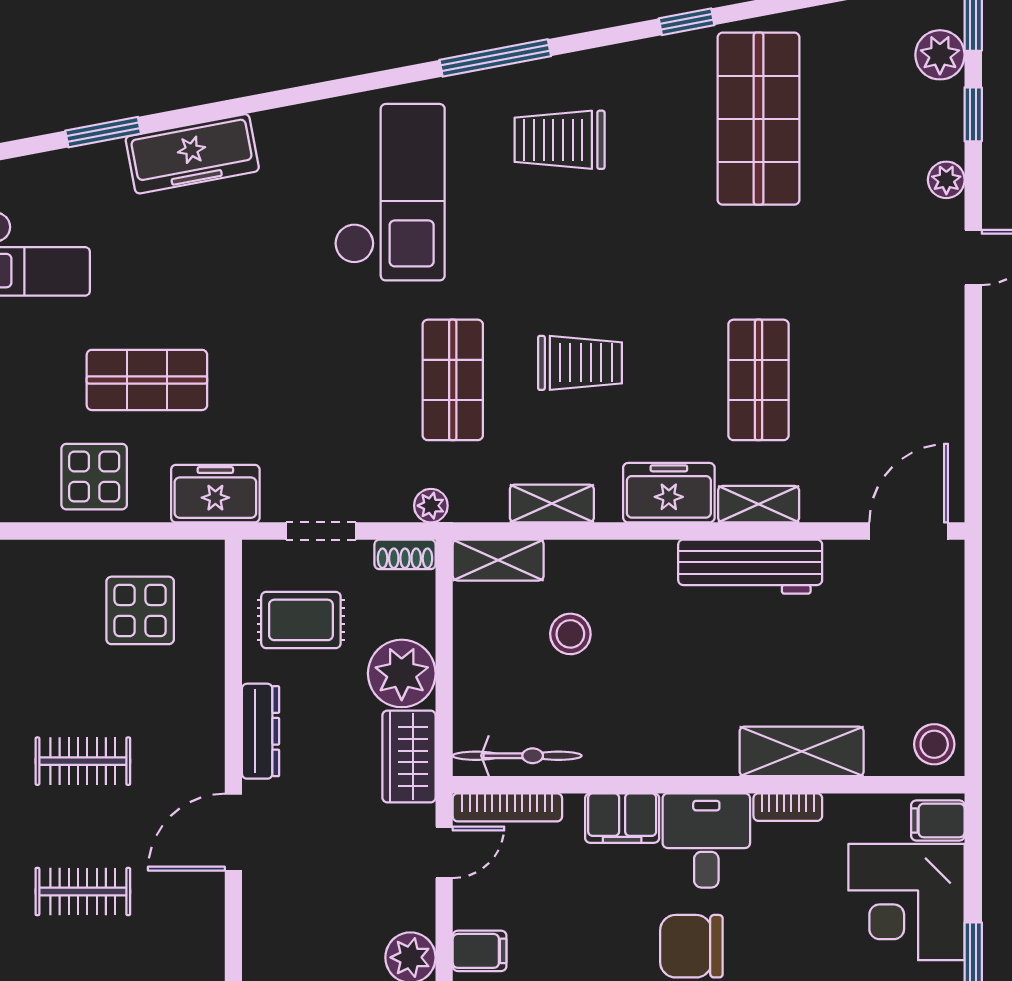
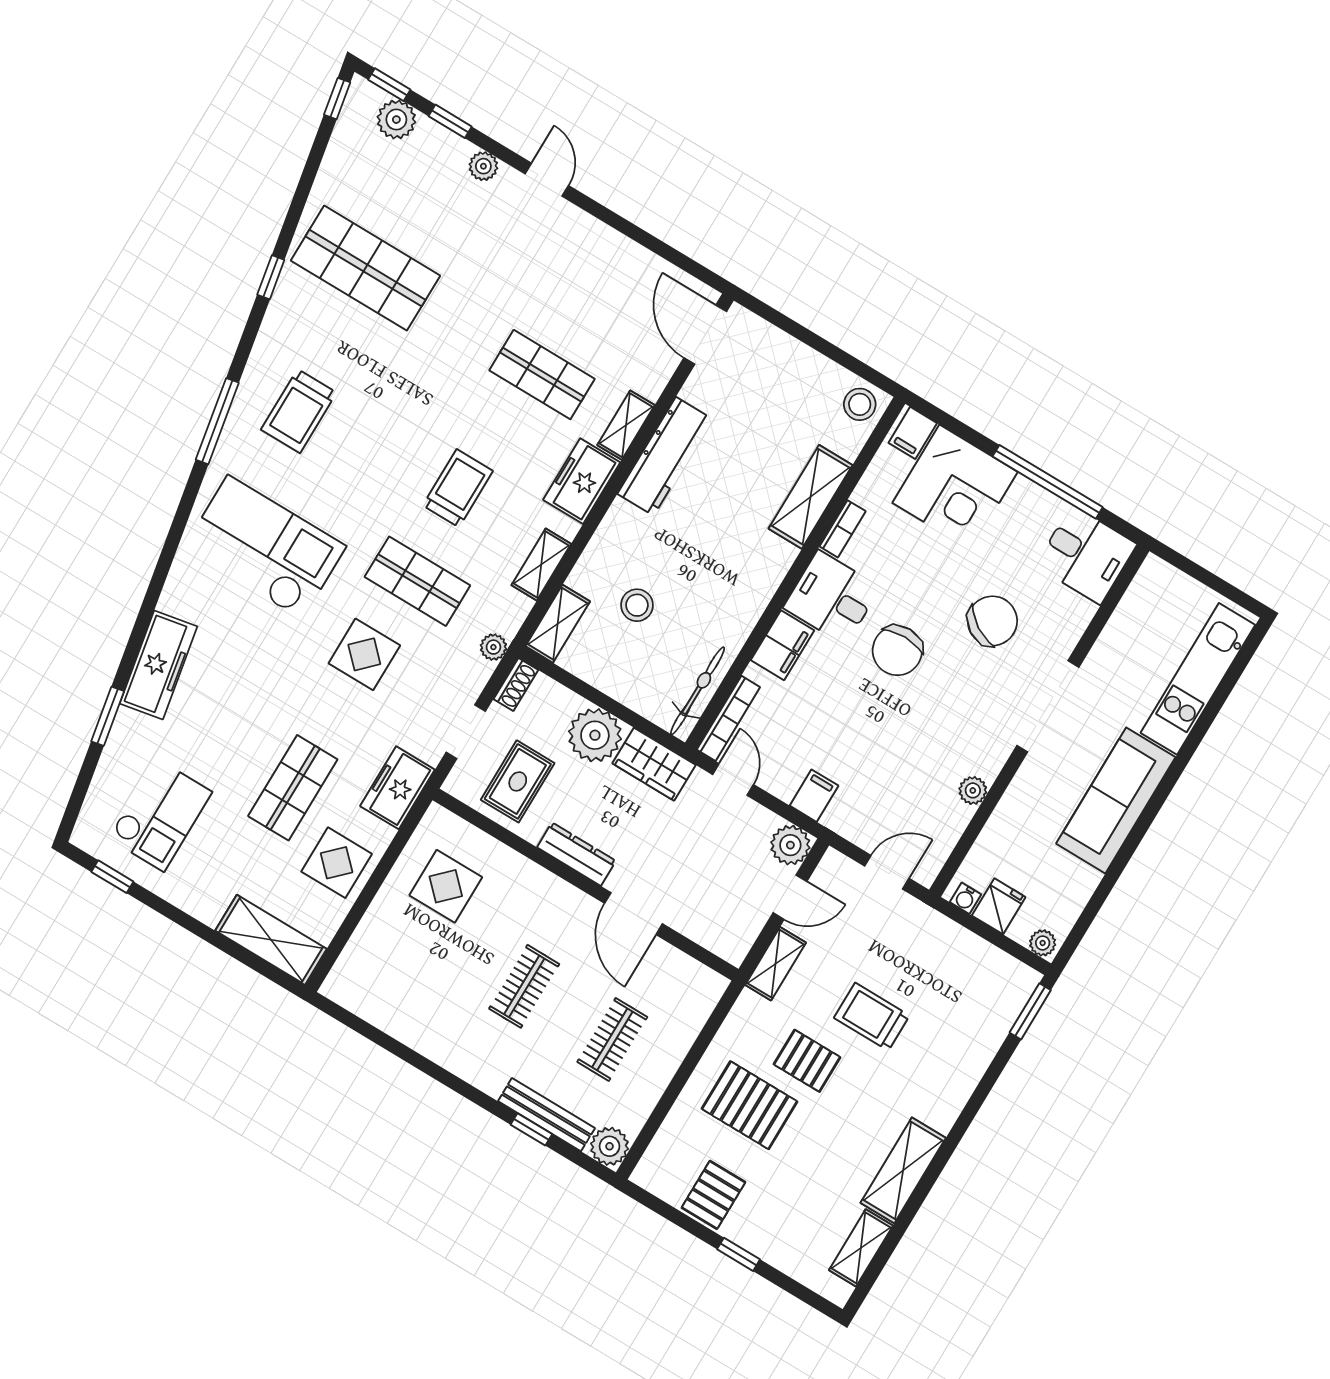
display table: (338, 370) -> (364, 654), added

